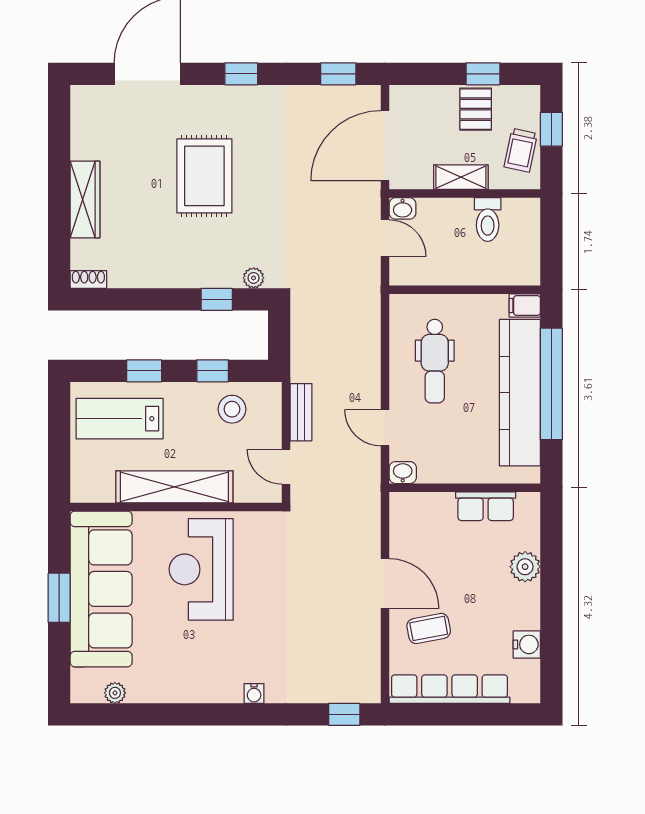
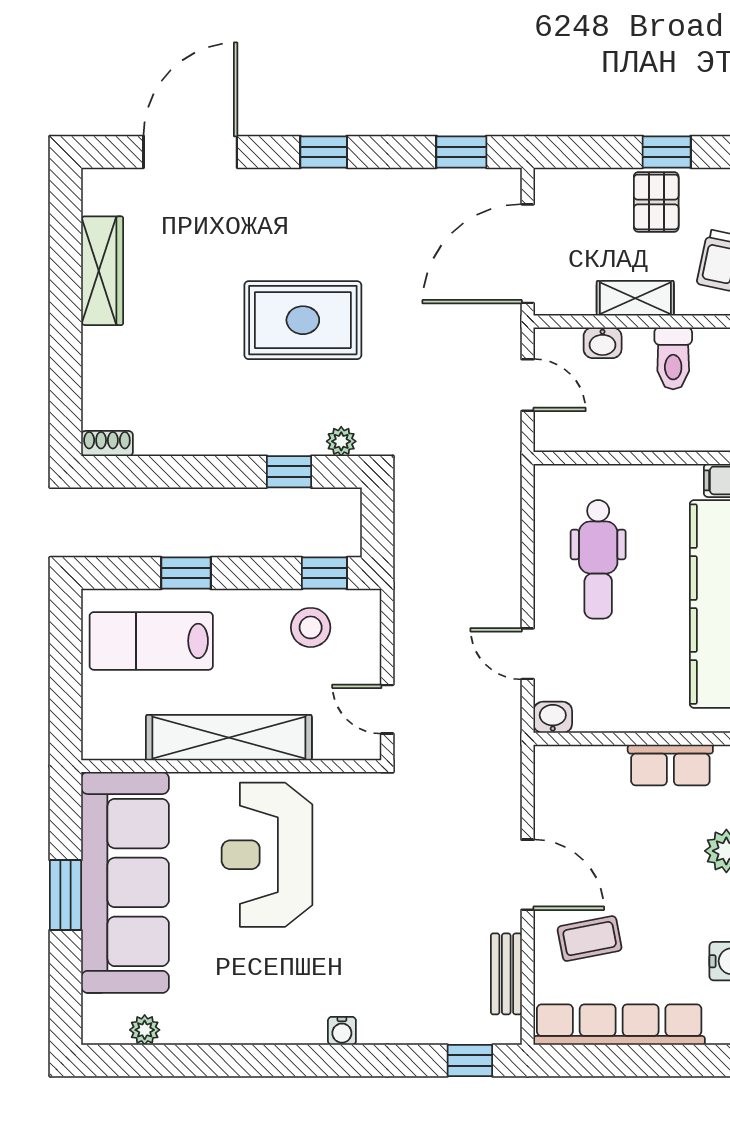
rug: (204, 176) -> (303, 320), moved, turned 90
wardrobe: (85, 199) -> (102, 271), moved
washbasin: (403, 208) -> (603, 343), moved
window: (213, 371) -> (324, 573), moved
bench: (301, 412) -> (506, 974), moved

